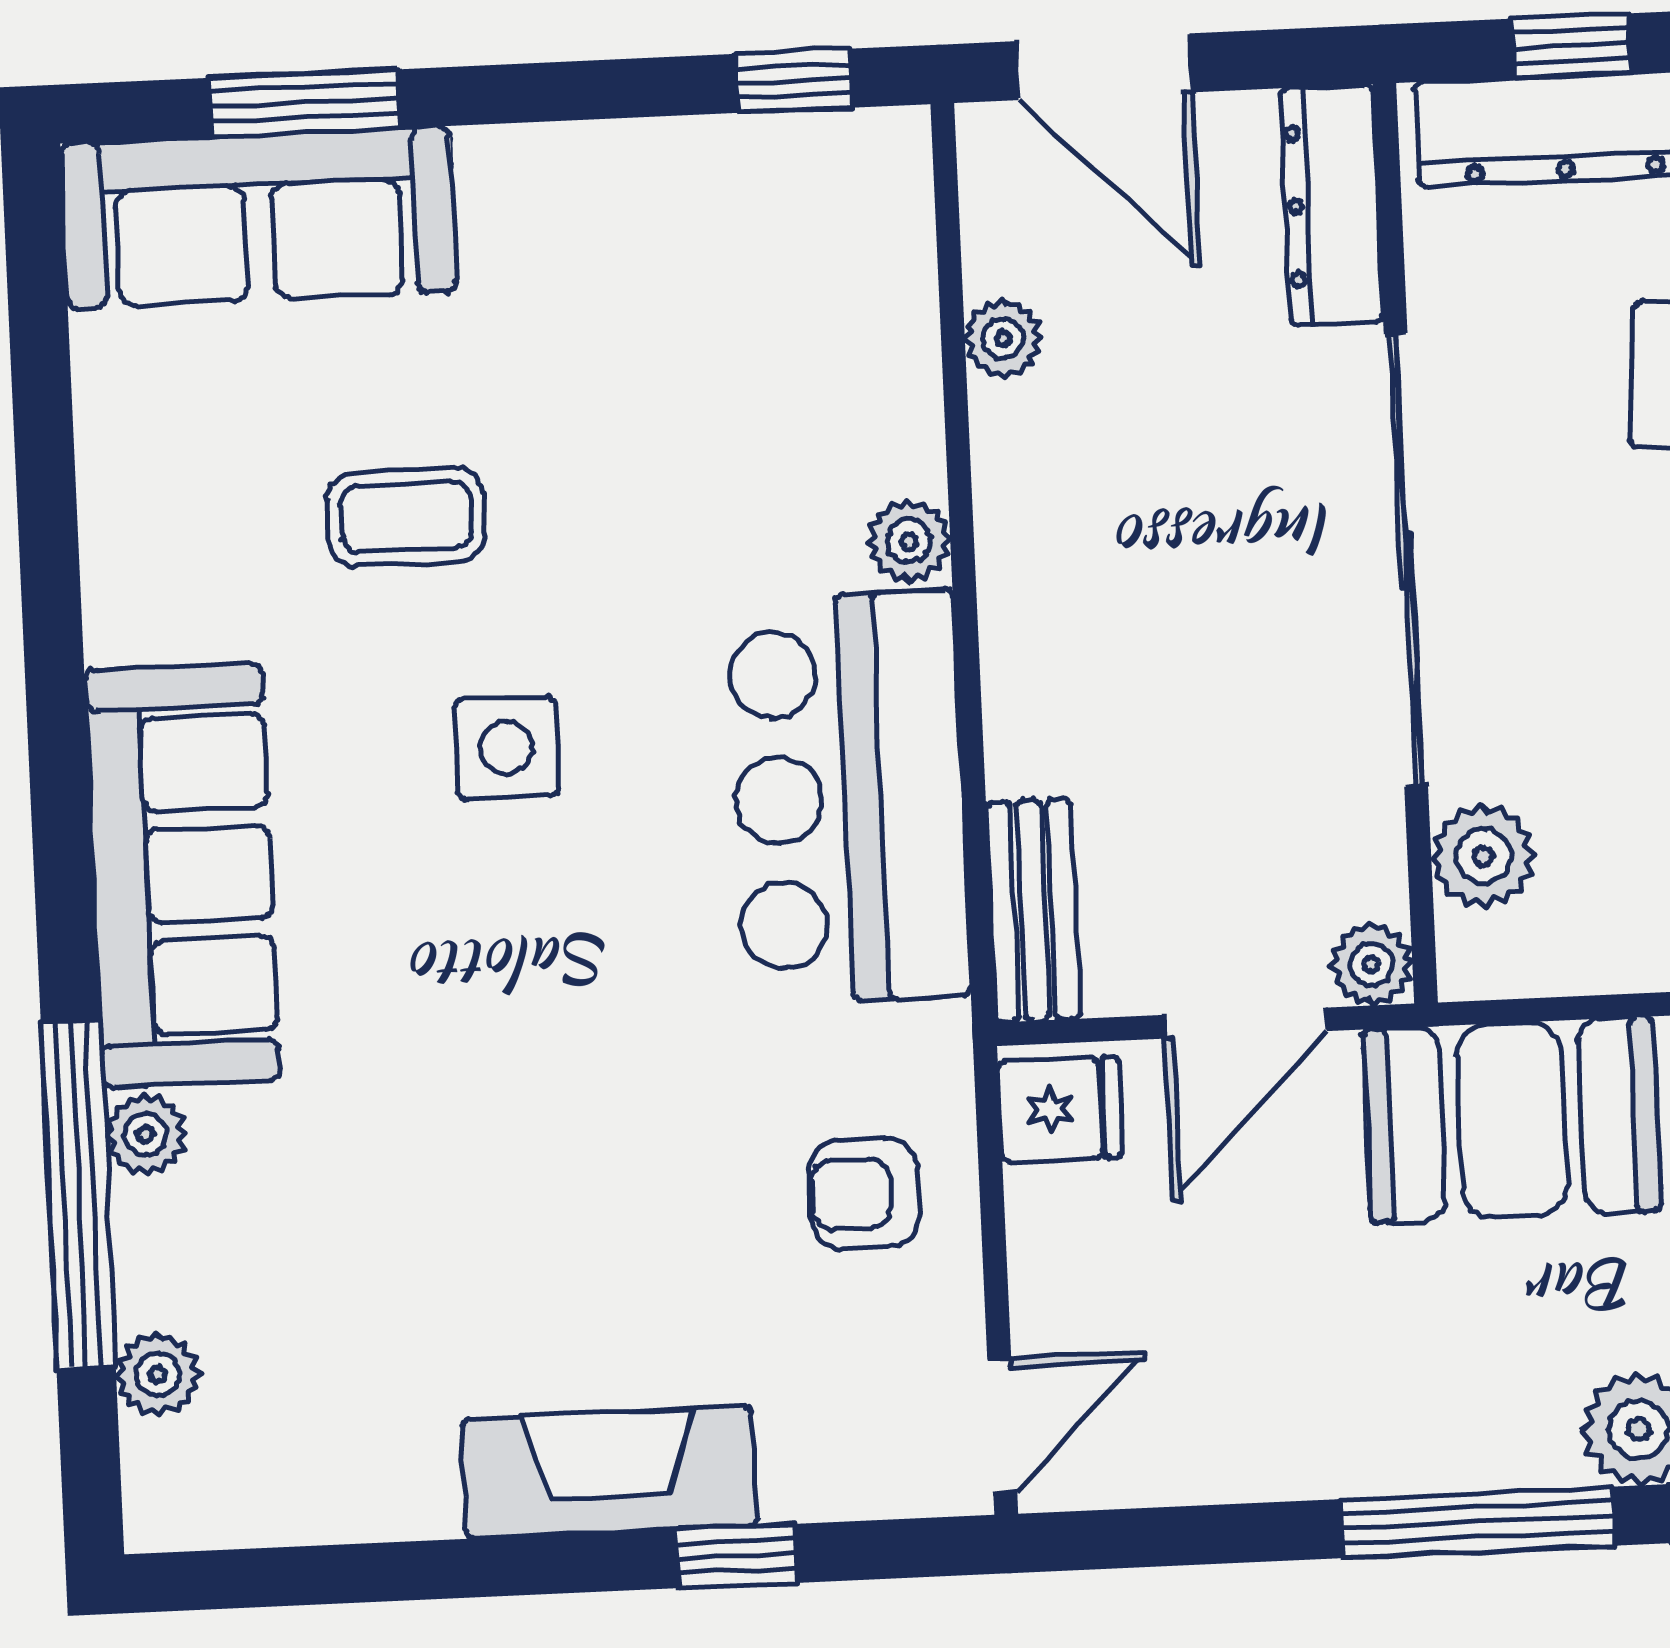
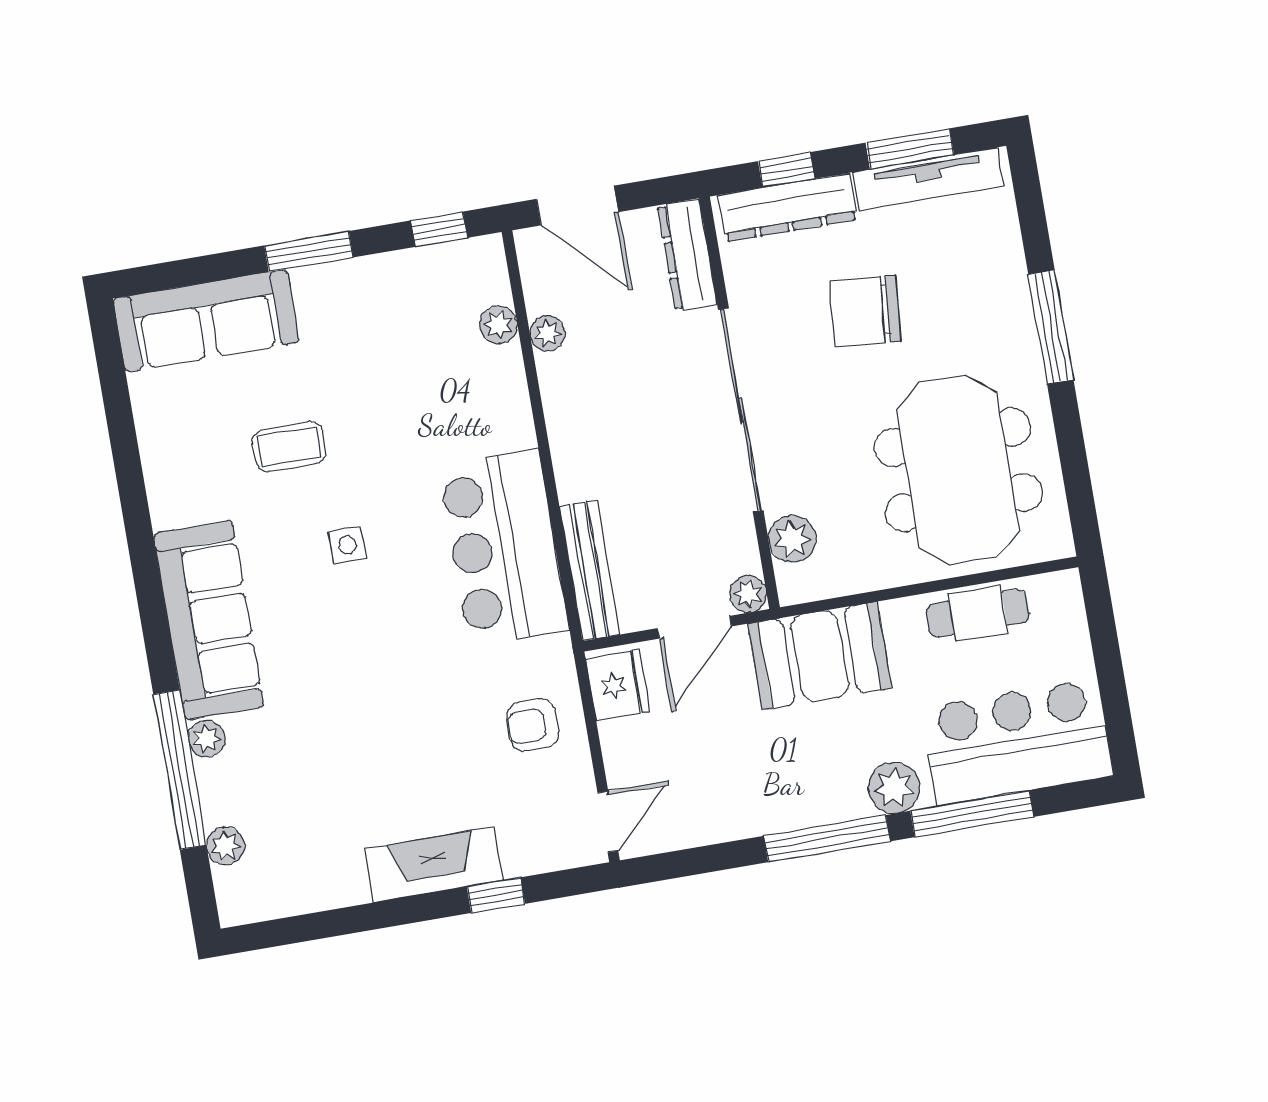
window: (305, 103) -> (309, 251), moved
plant: (909, 541) -> (498, 325), moved
side table: (507, 748) -> (347, 545), width x0.73, depth x0.73
bench: (1033, 910) -> (590, 571), width x1.36
fridge: (1060, 1109) -> (618, 685), width x1.38

